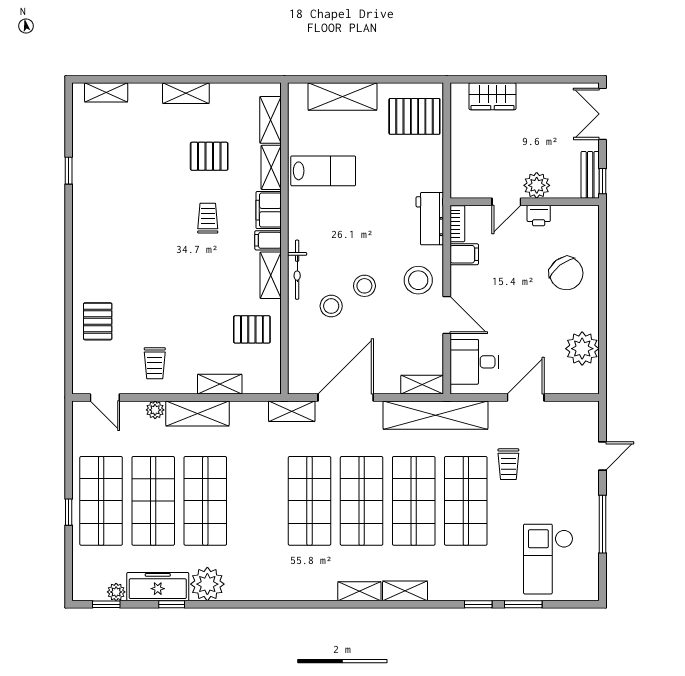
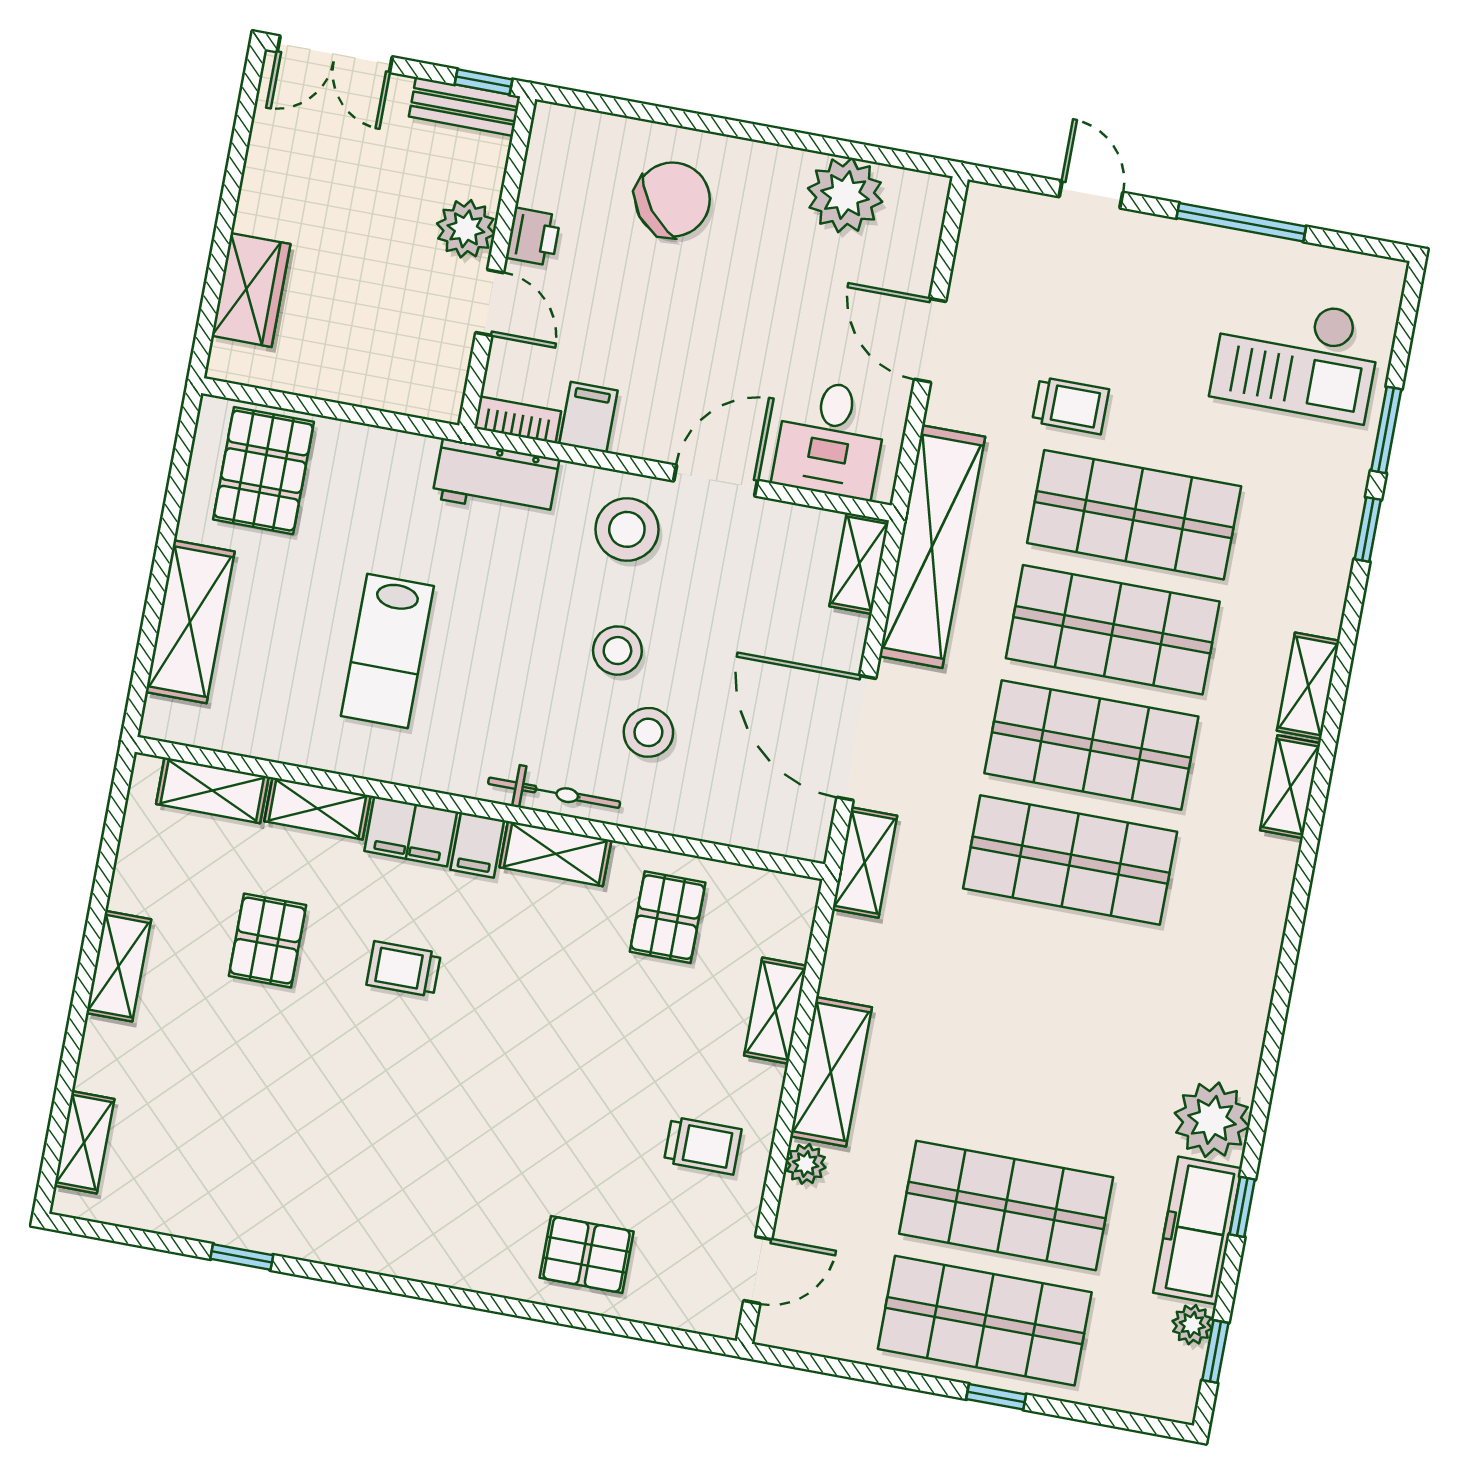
lab bench: (323, 171) -> (387, 651), moved, turned 180
shop shelf: (205, 501) -> (1027, 1090), removed

